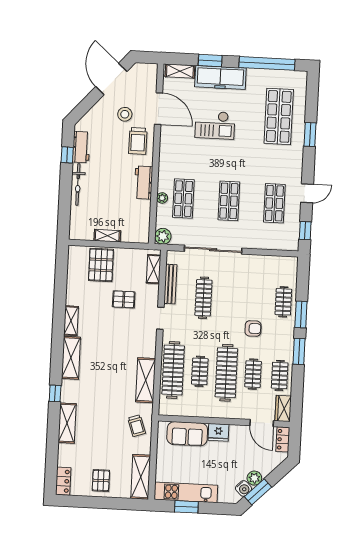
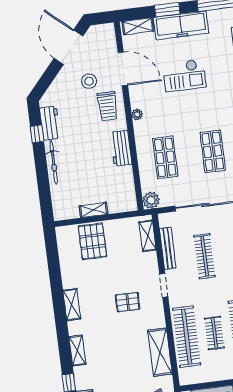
plant: (162, 198) -> (137, 114), moved
pallet: (124, 299) -> (128, 302), moved
shelving: (71, 358) -> (77, 351), width x0.67, depth x0.75

